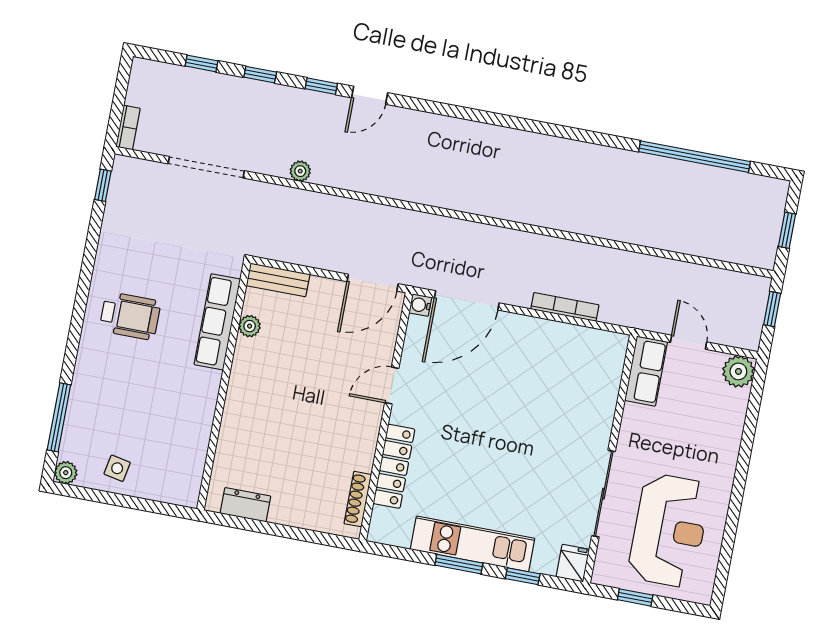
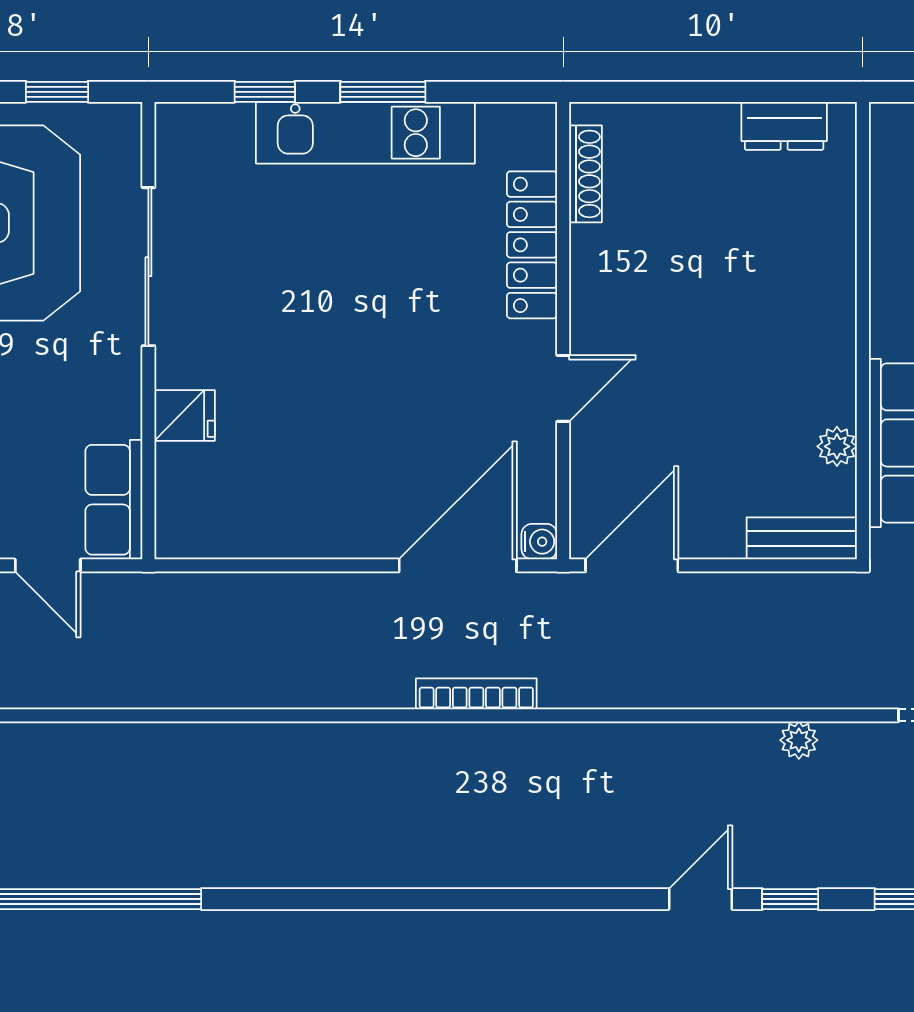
bookcase: (565, 307) -> (476, 694), moved, turned 180
fridge: (573, 563) -> (185, 415), moved, turned -90

